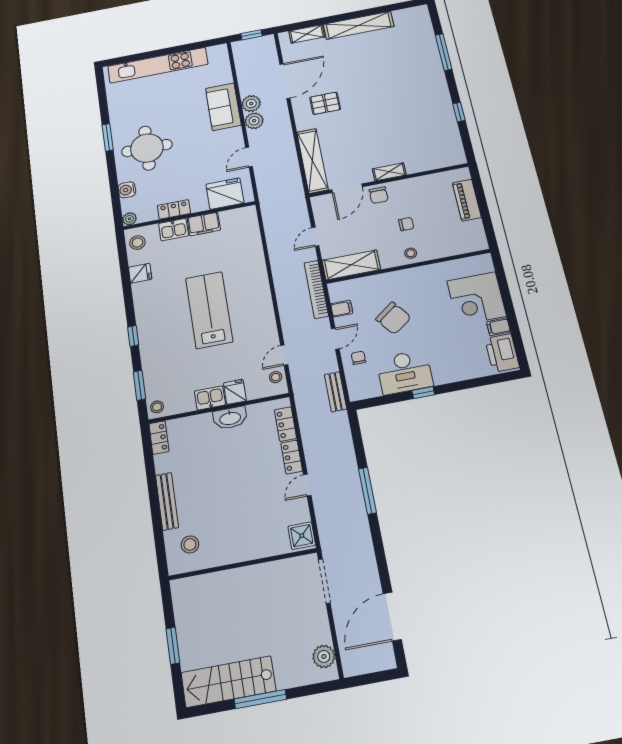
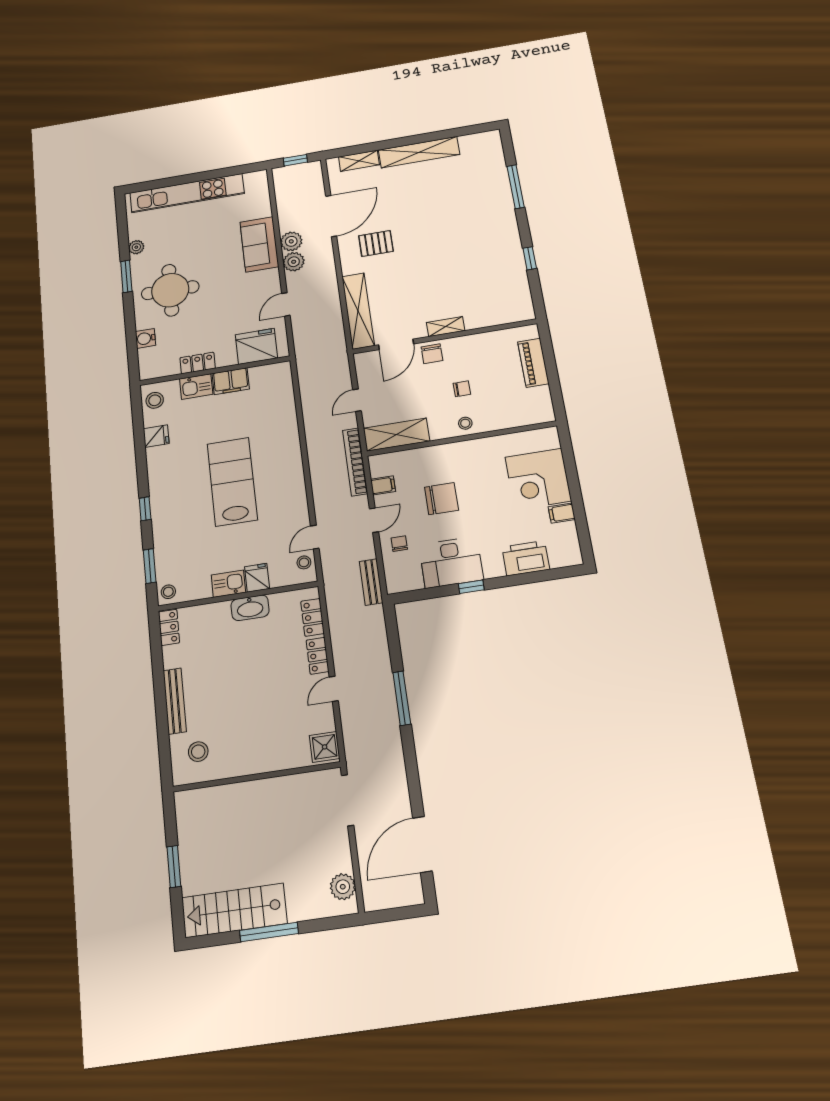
plant: (129, 219) -> (136, 247), moved
chair: (393, 318) -> (441, 499), turned -53
printer: (502, 353) -> (526, 558), moved, turned 90

